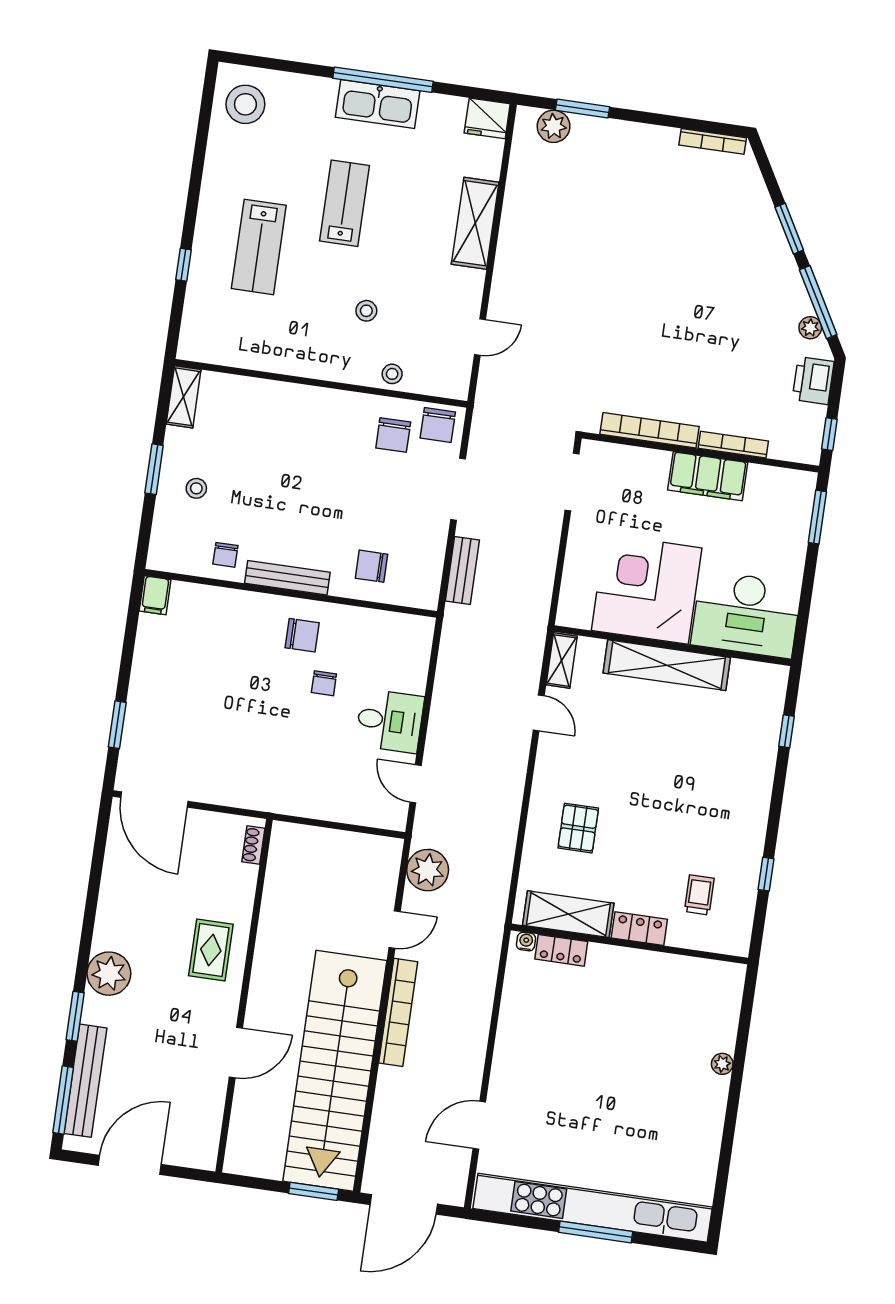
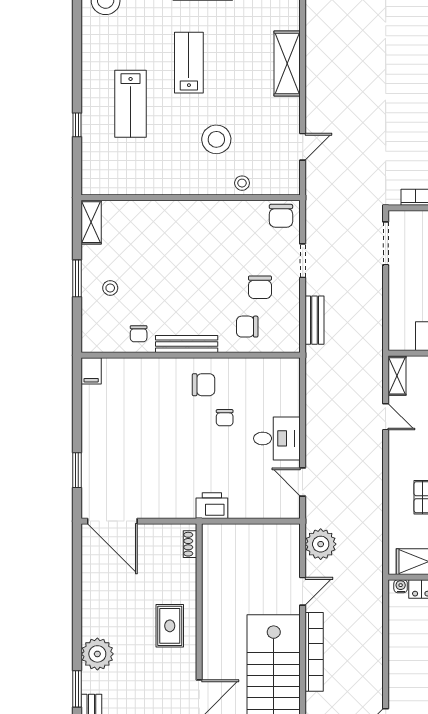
stool: (366, 311) -> (216, 139), width x1.89, depth x1.89
chair: (393, 435) -> (260, 287), moved
doorway: (458, 489) -> (303, 261), width x0.73
printer: (290, 798) -> (212, 506), added

